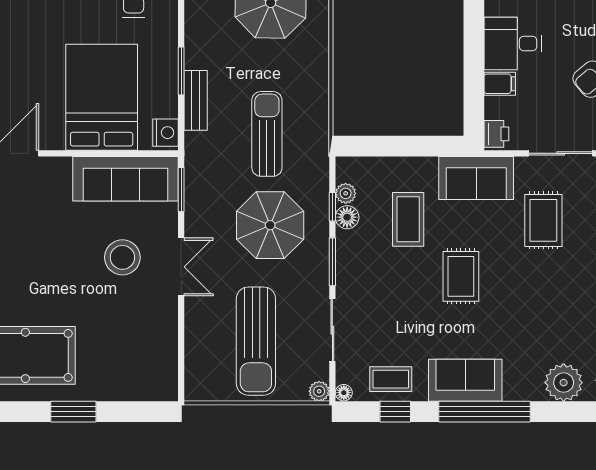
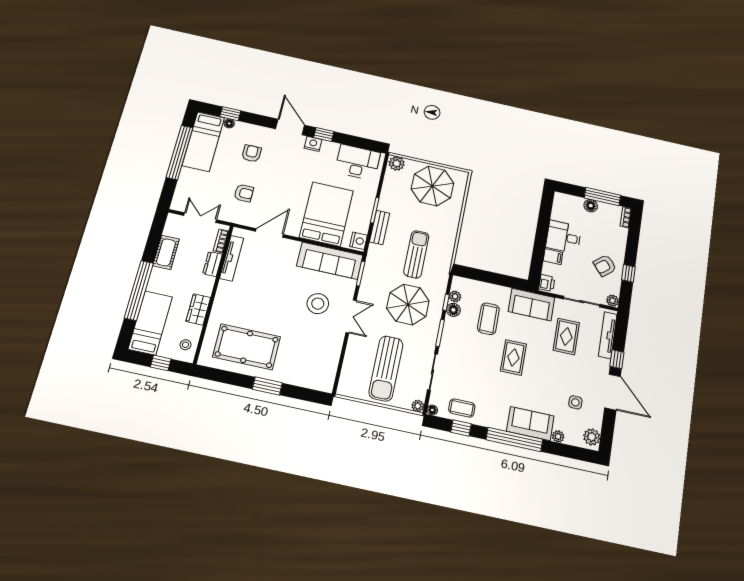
side table: (575, 329) -> (575, 402), added
sofa: (465, 380) -> (530, 424), moved
plant: (564, 383) -> (558, 436), width x0.53, depth x0.53

